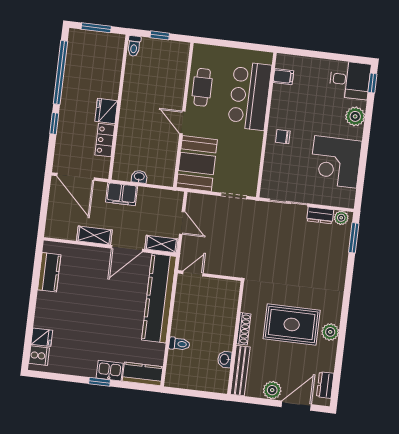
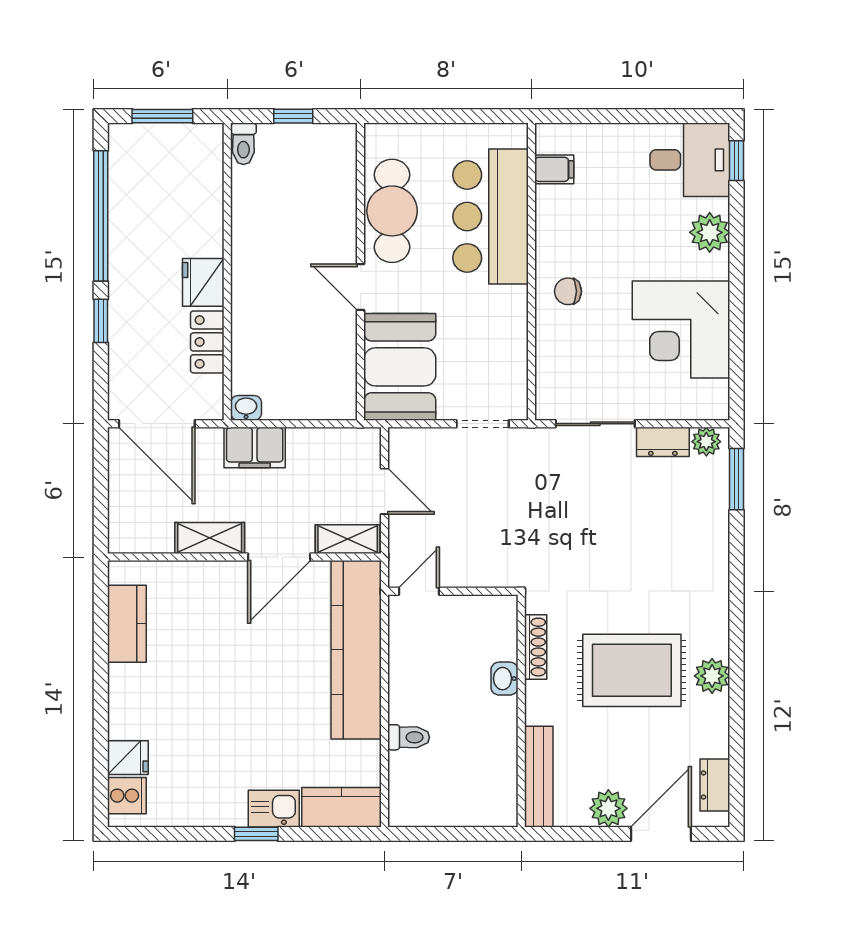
cafe table: (202, 87) -> (392, 211), width x1.37, depth x1.35
washbasin: (139, 177) -> (246, 408), moved
shoe rack: (244, 329) -> (536, 647), moved
washbasin: (225, 359) -> (504, 679), moved

